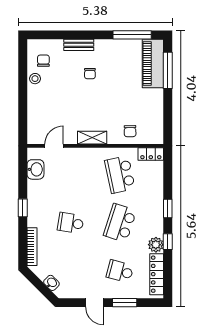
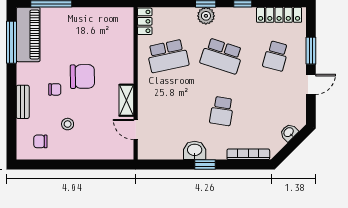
piano: (153, 64) -> (28, 34), moved, turned -90
stool: (35, 79) -> (68, 124), moved
chair: (130, 131) -> (82, 76), moved, width x1.87, depth x1.87
shelving: (92, 138) -> (126, 100), moved
washbasin: (35, 169) -> (195, 150), moved
plant: (156, 245) -> (206, 16), moved

